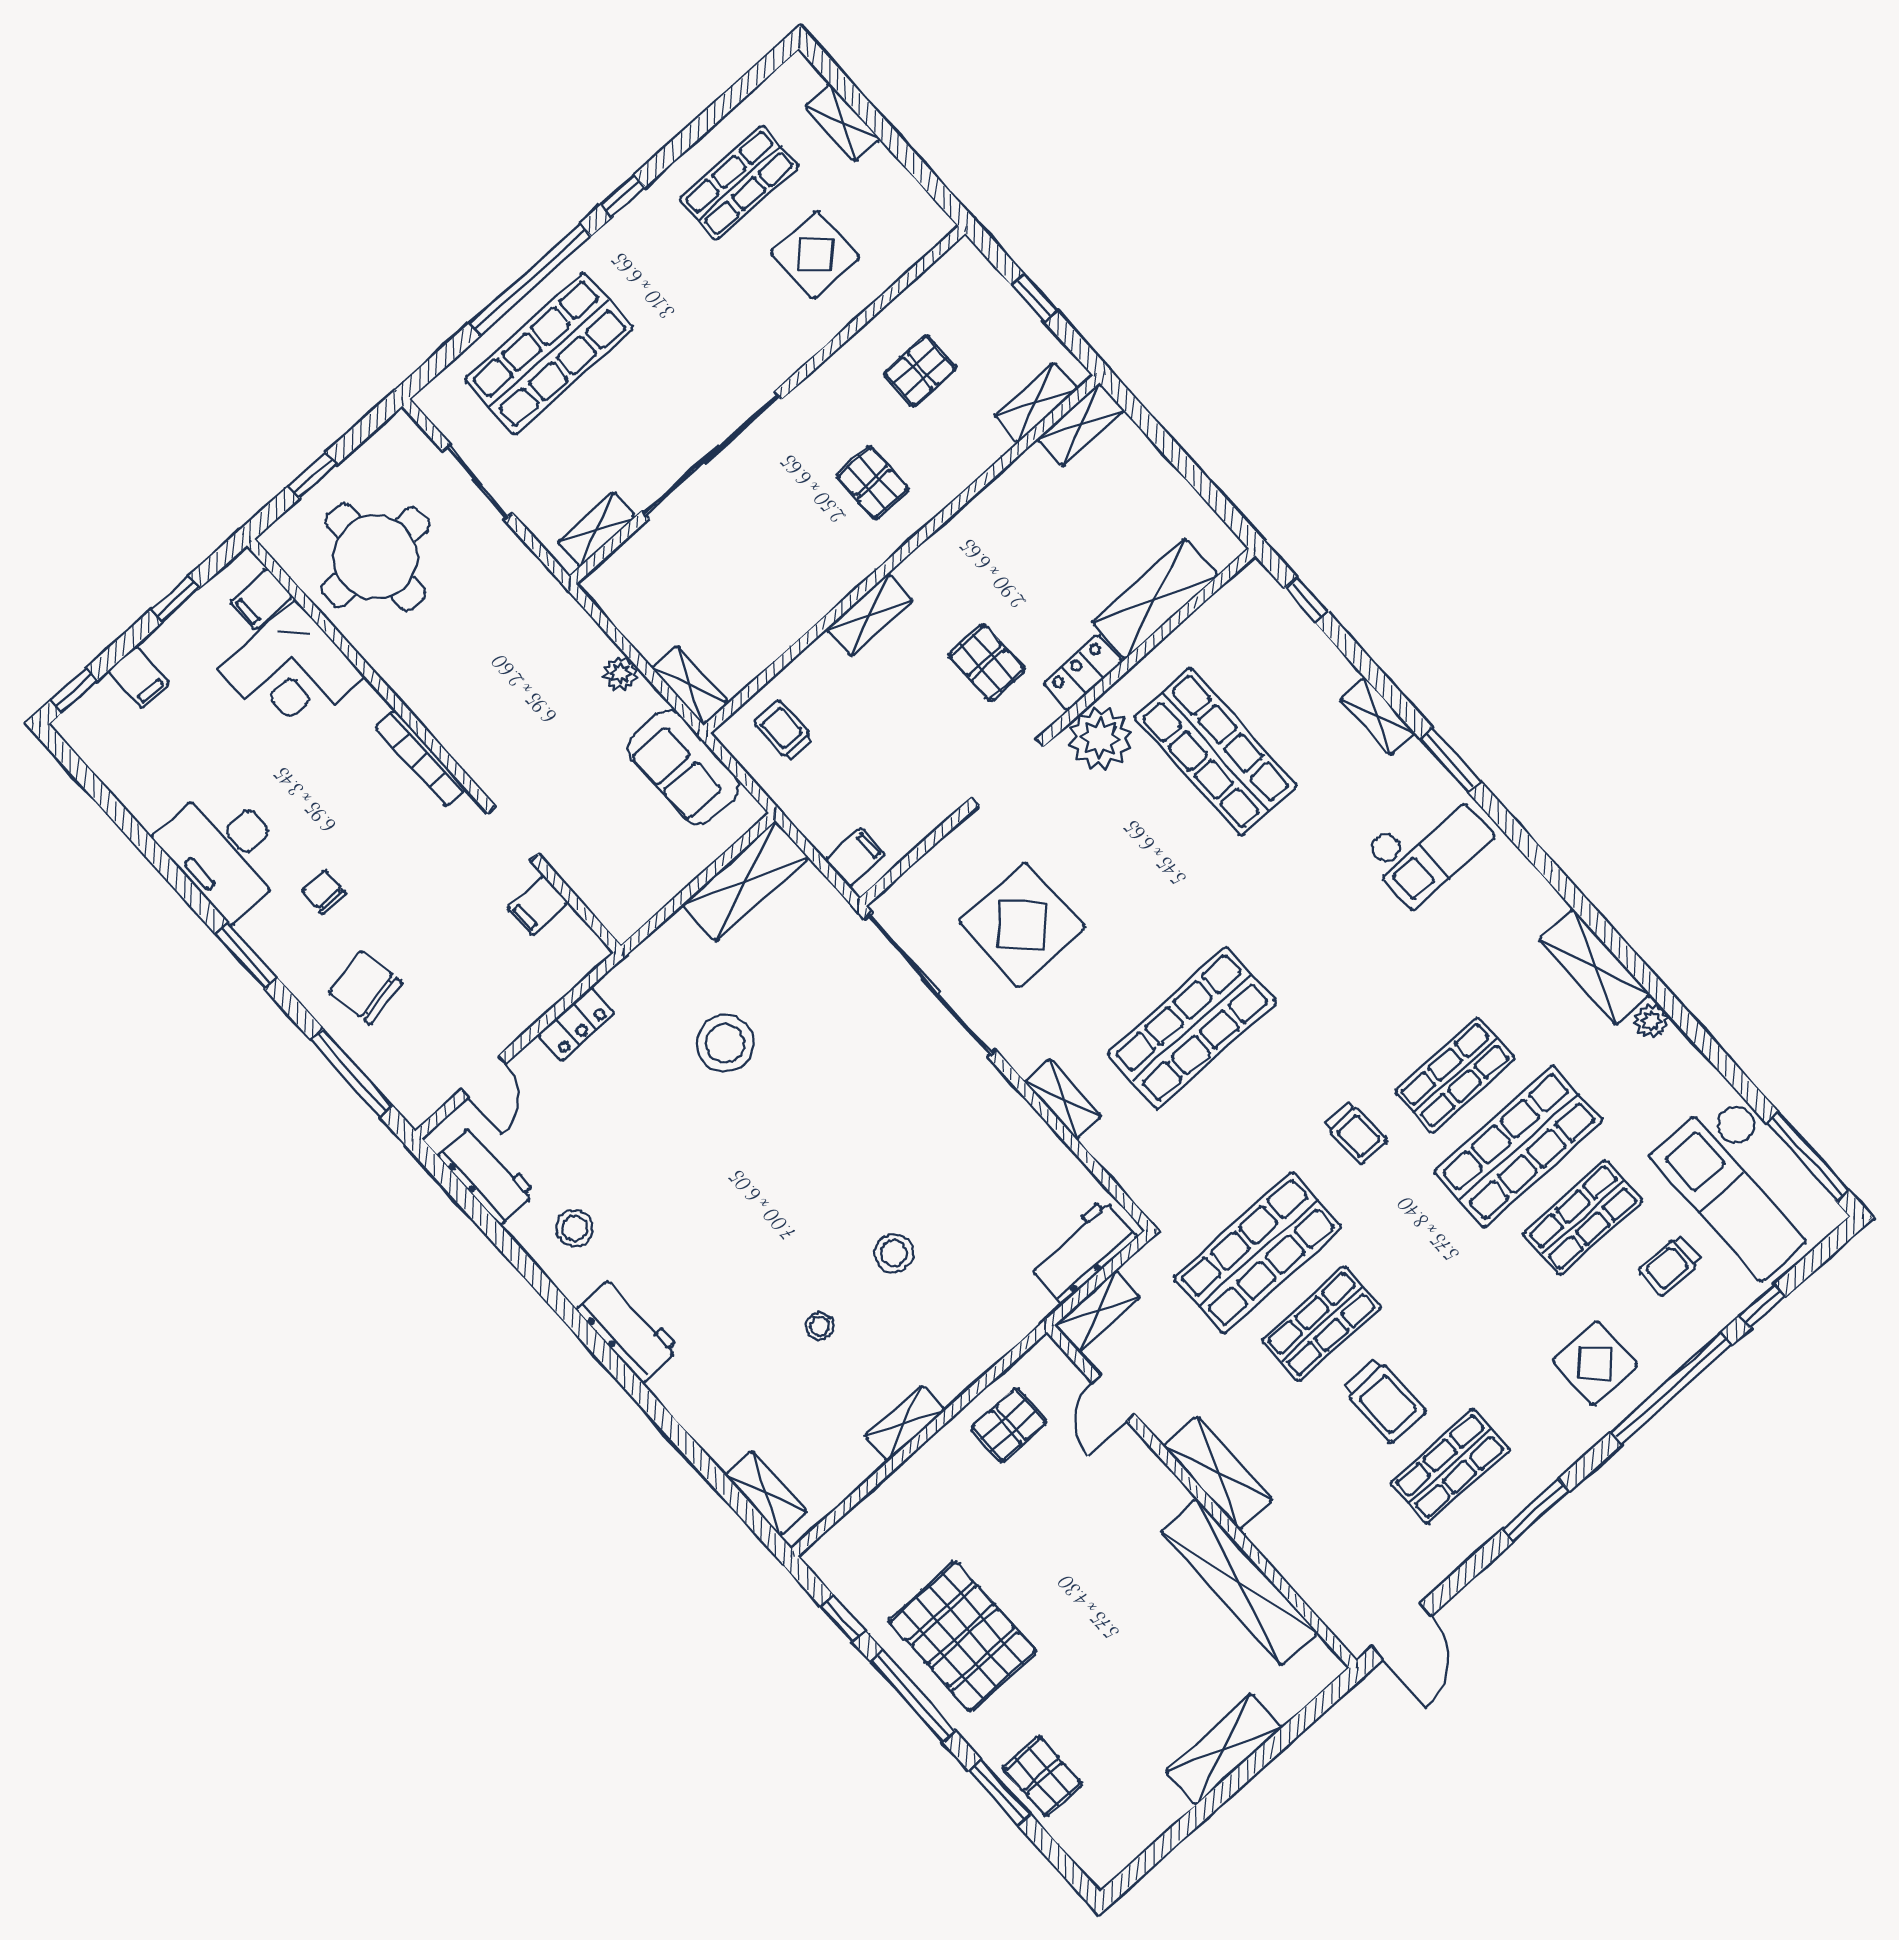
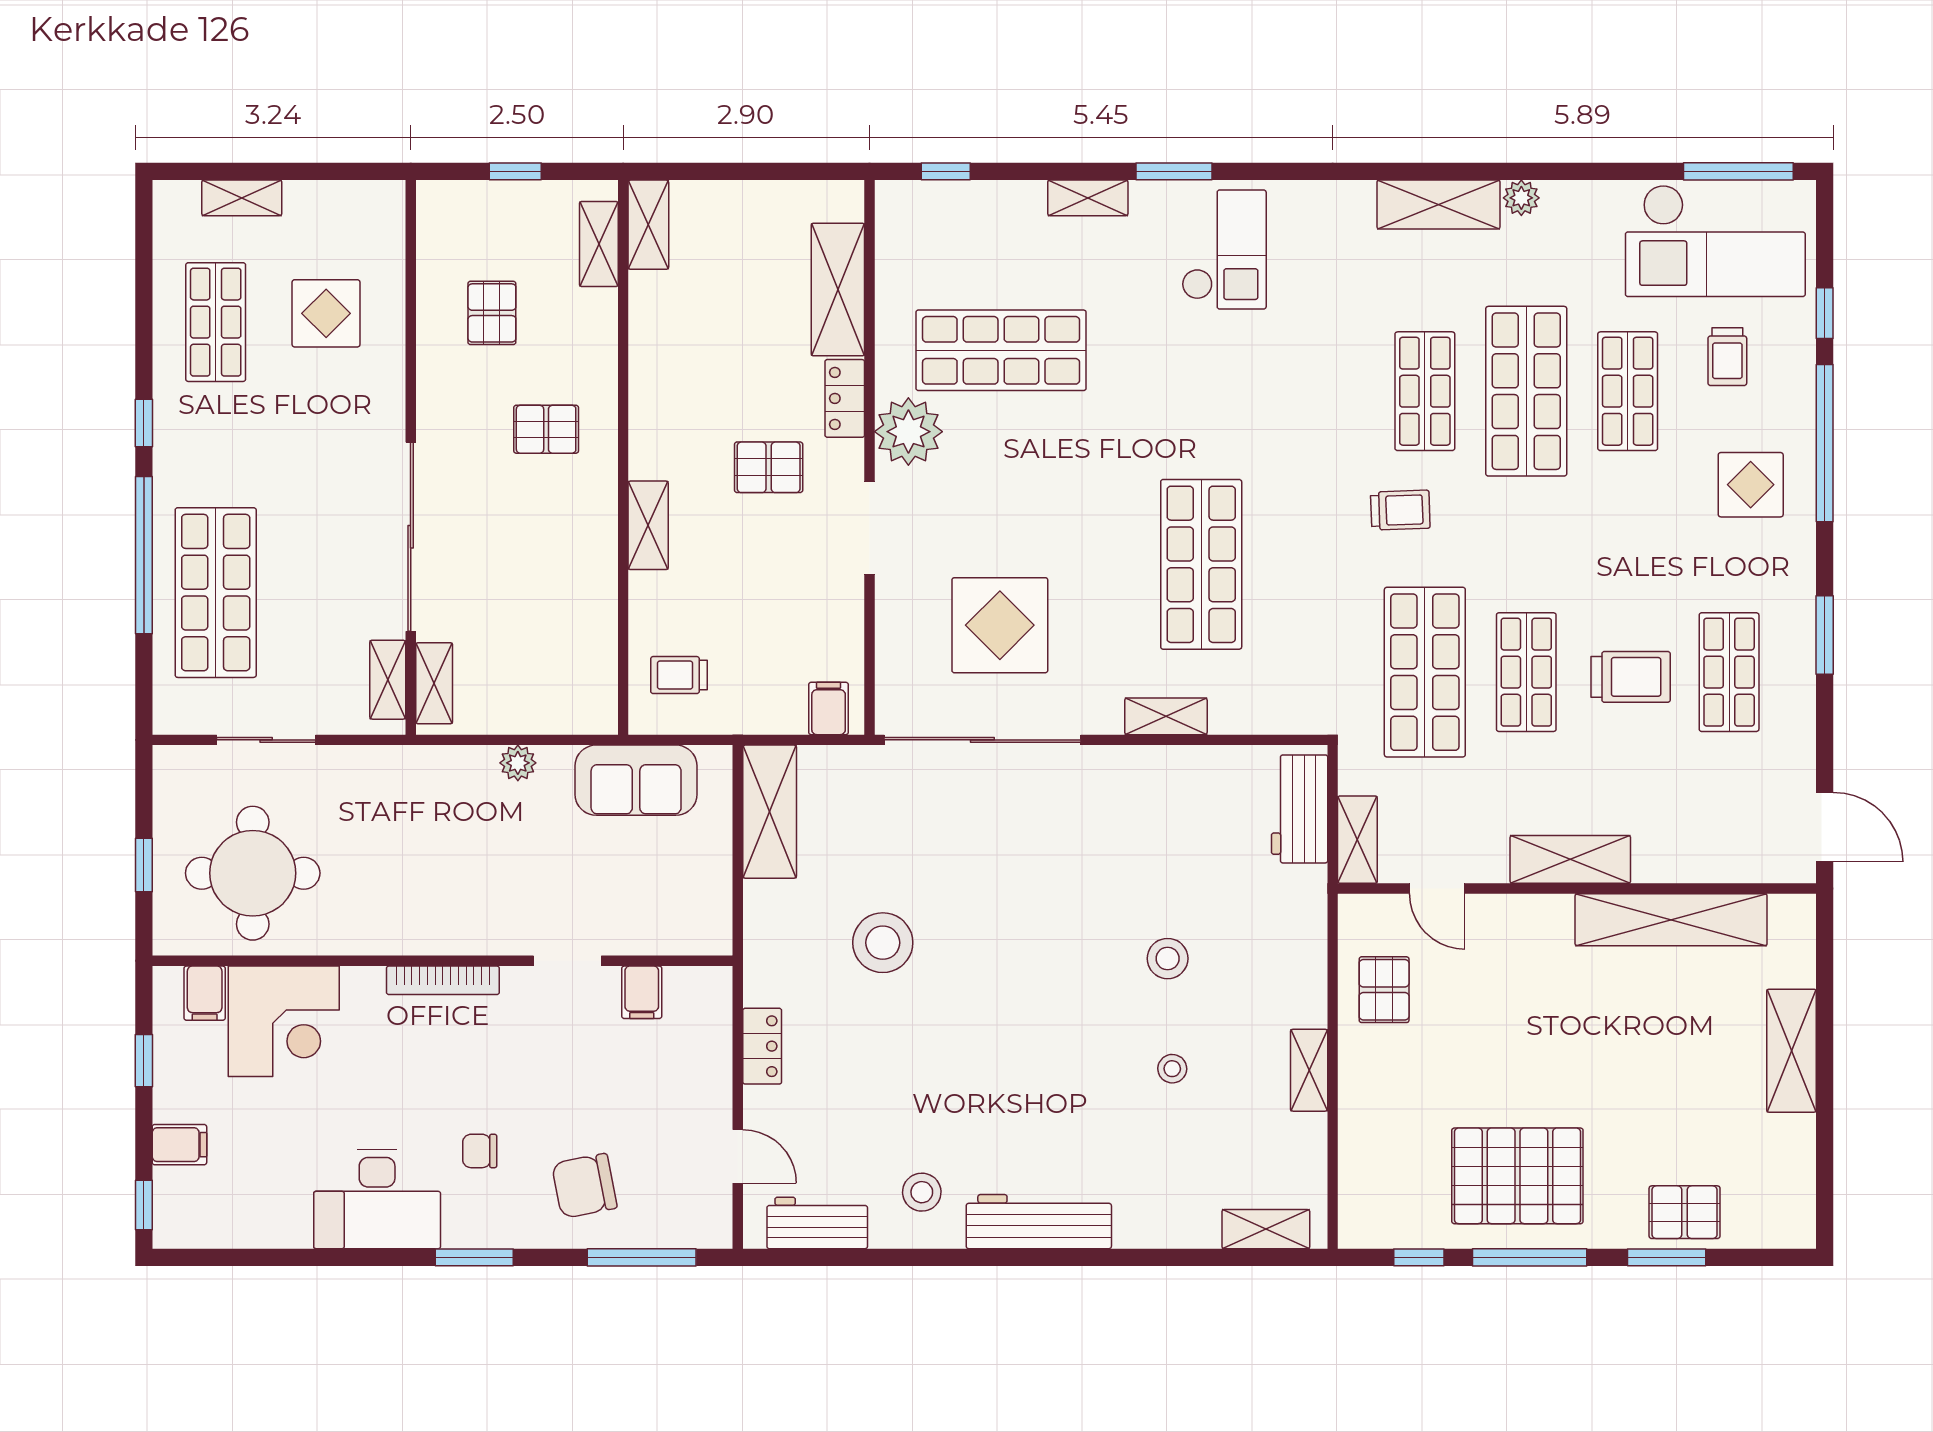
shelving: (690, 685) -> (434, 683), moved, turned 90
workbench: (628, 1329) -> (1039, 1222), width x1.37

